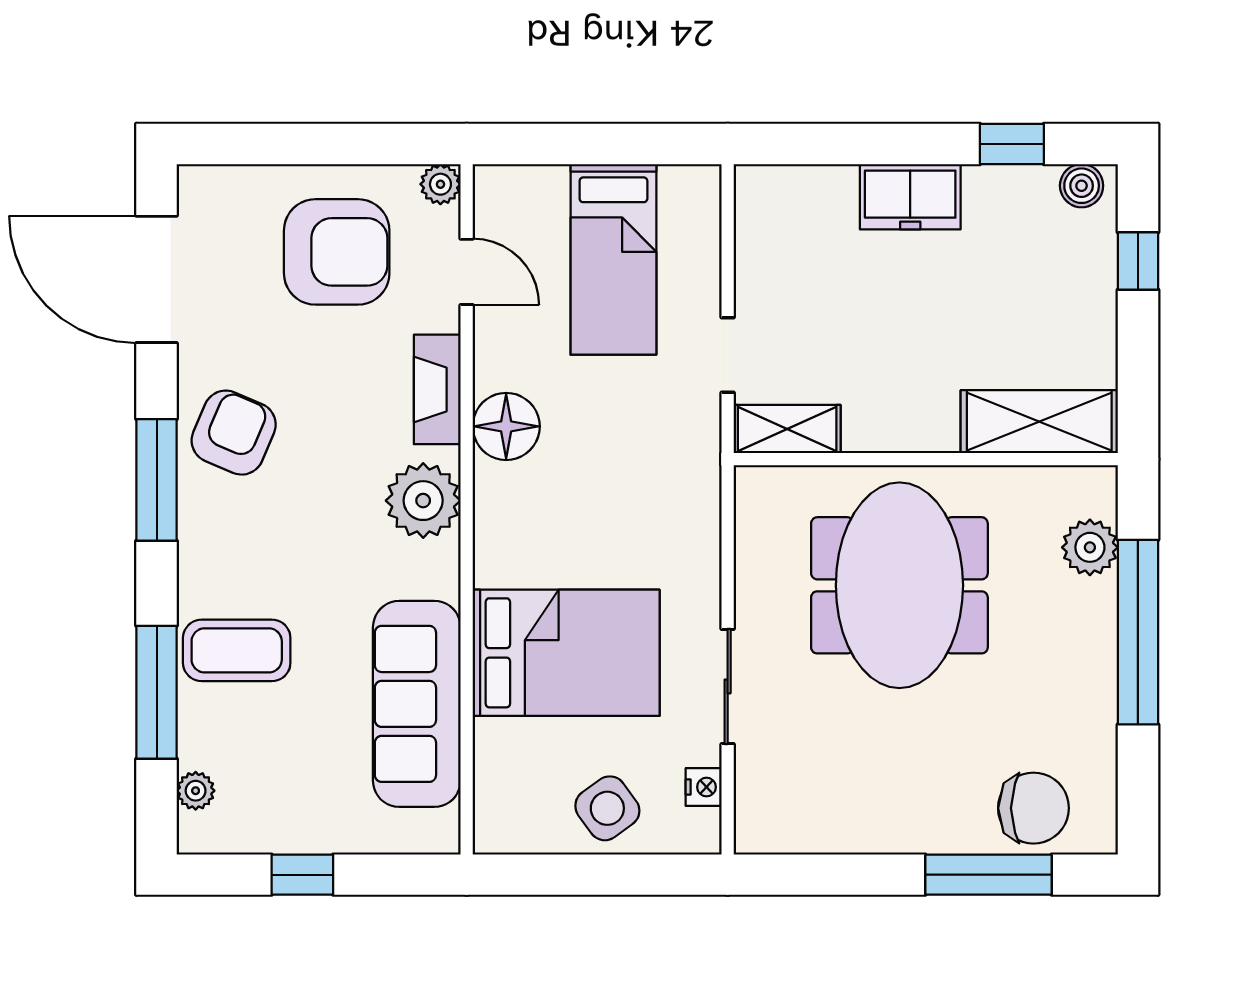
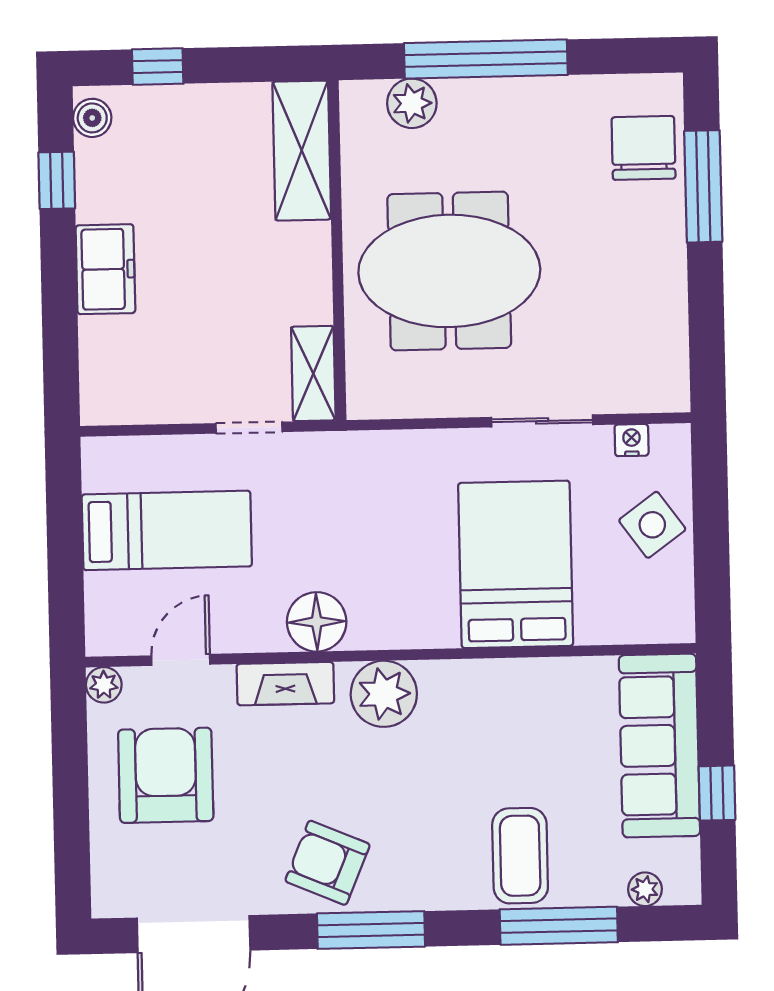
sofa: (417, 704) -> (659, 746), moved, turned 90

